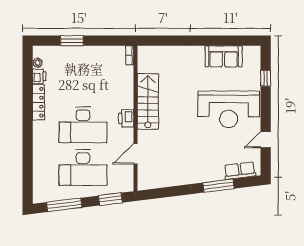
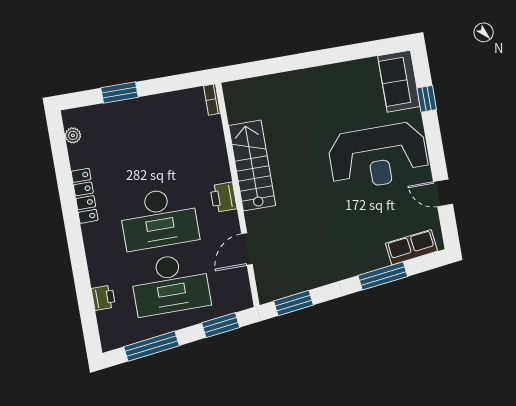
sofa: (224, 56) -> (399, 81), moved, turned 90
printer: (39, 76) -> (103, 298), moved
door: (266, 140) -> (443, 193), hinge flipped
window: (159, 193) -> (294, 303), added

